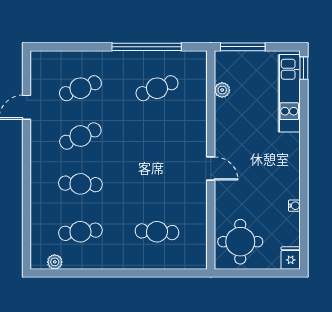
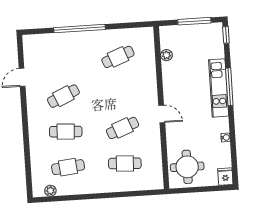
window: (147, 47) -> (79, 29), moved
window: (243, 47) -> (194, 21), moved
cafe table: (80, 88) -> (123, 128), moved
kitchen unit: (289, 93) -> (219, 88), moved
window: (304, 138) -> (229, 87), added

